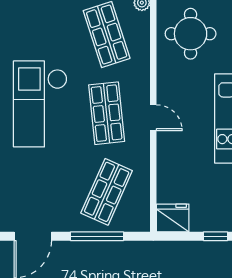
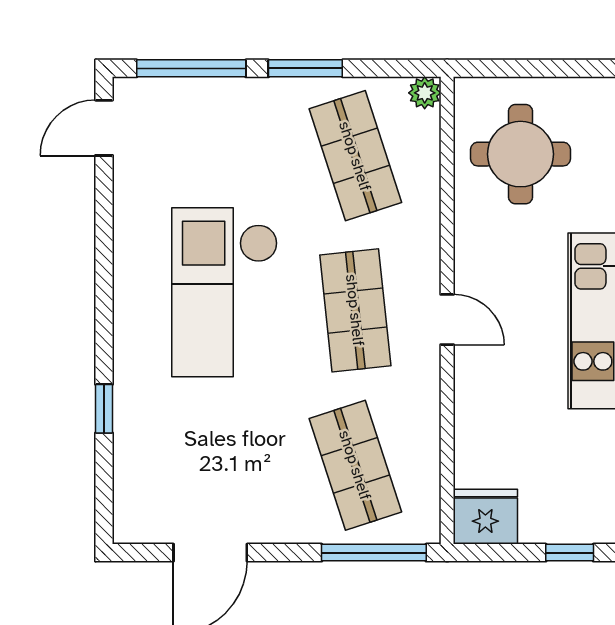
shop shelf: (107, 192) -> (355, 465), turned -42
window: (97, 236) -> (374, 553), moved

